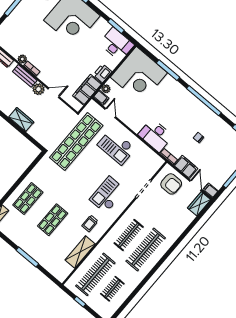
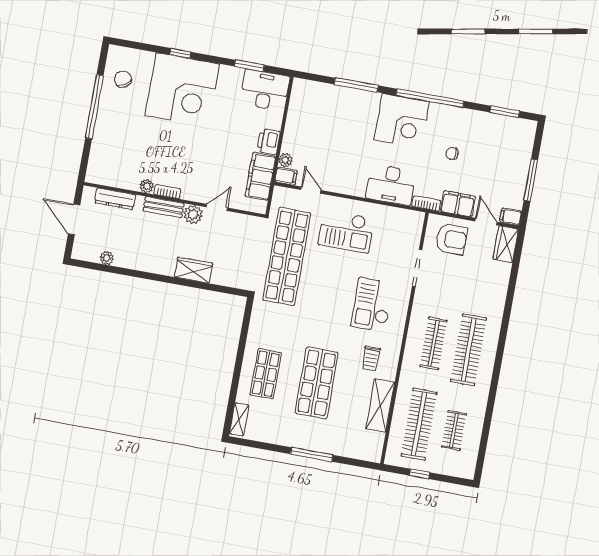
corner desk: (139, 75) -> (402, 121), moved, width x0.74, depth x0.74
shop shelf: (53, 220) -> (317, 383), width x1.43, depth x1.36

